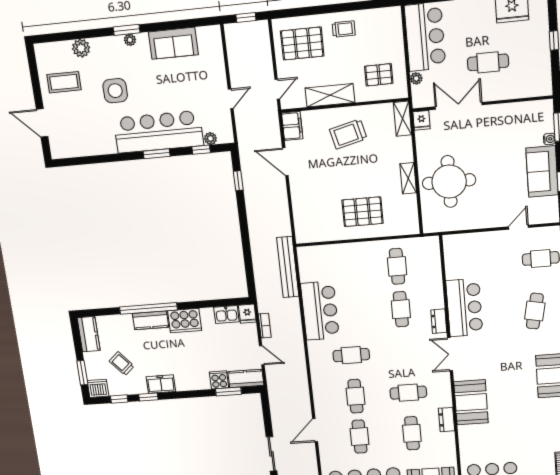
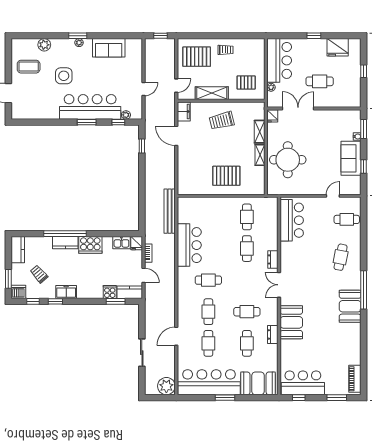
shelving: (402, 119) -> (260, 132), moved
bar counter: (464, 308) -> (292, 220), moved

